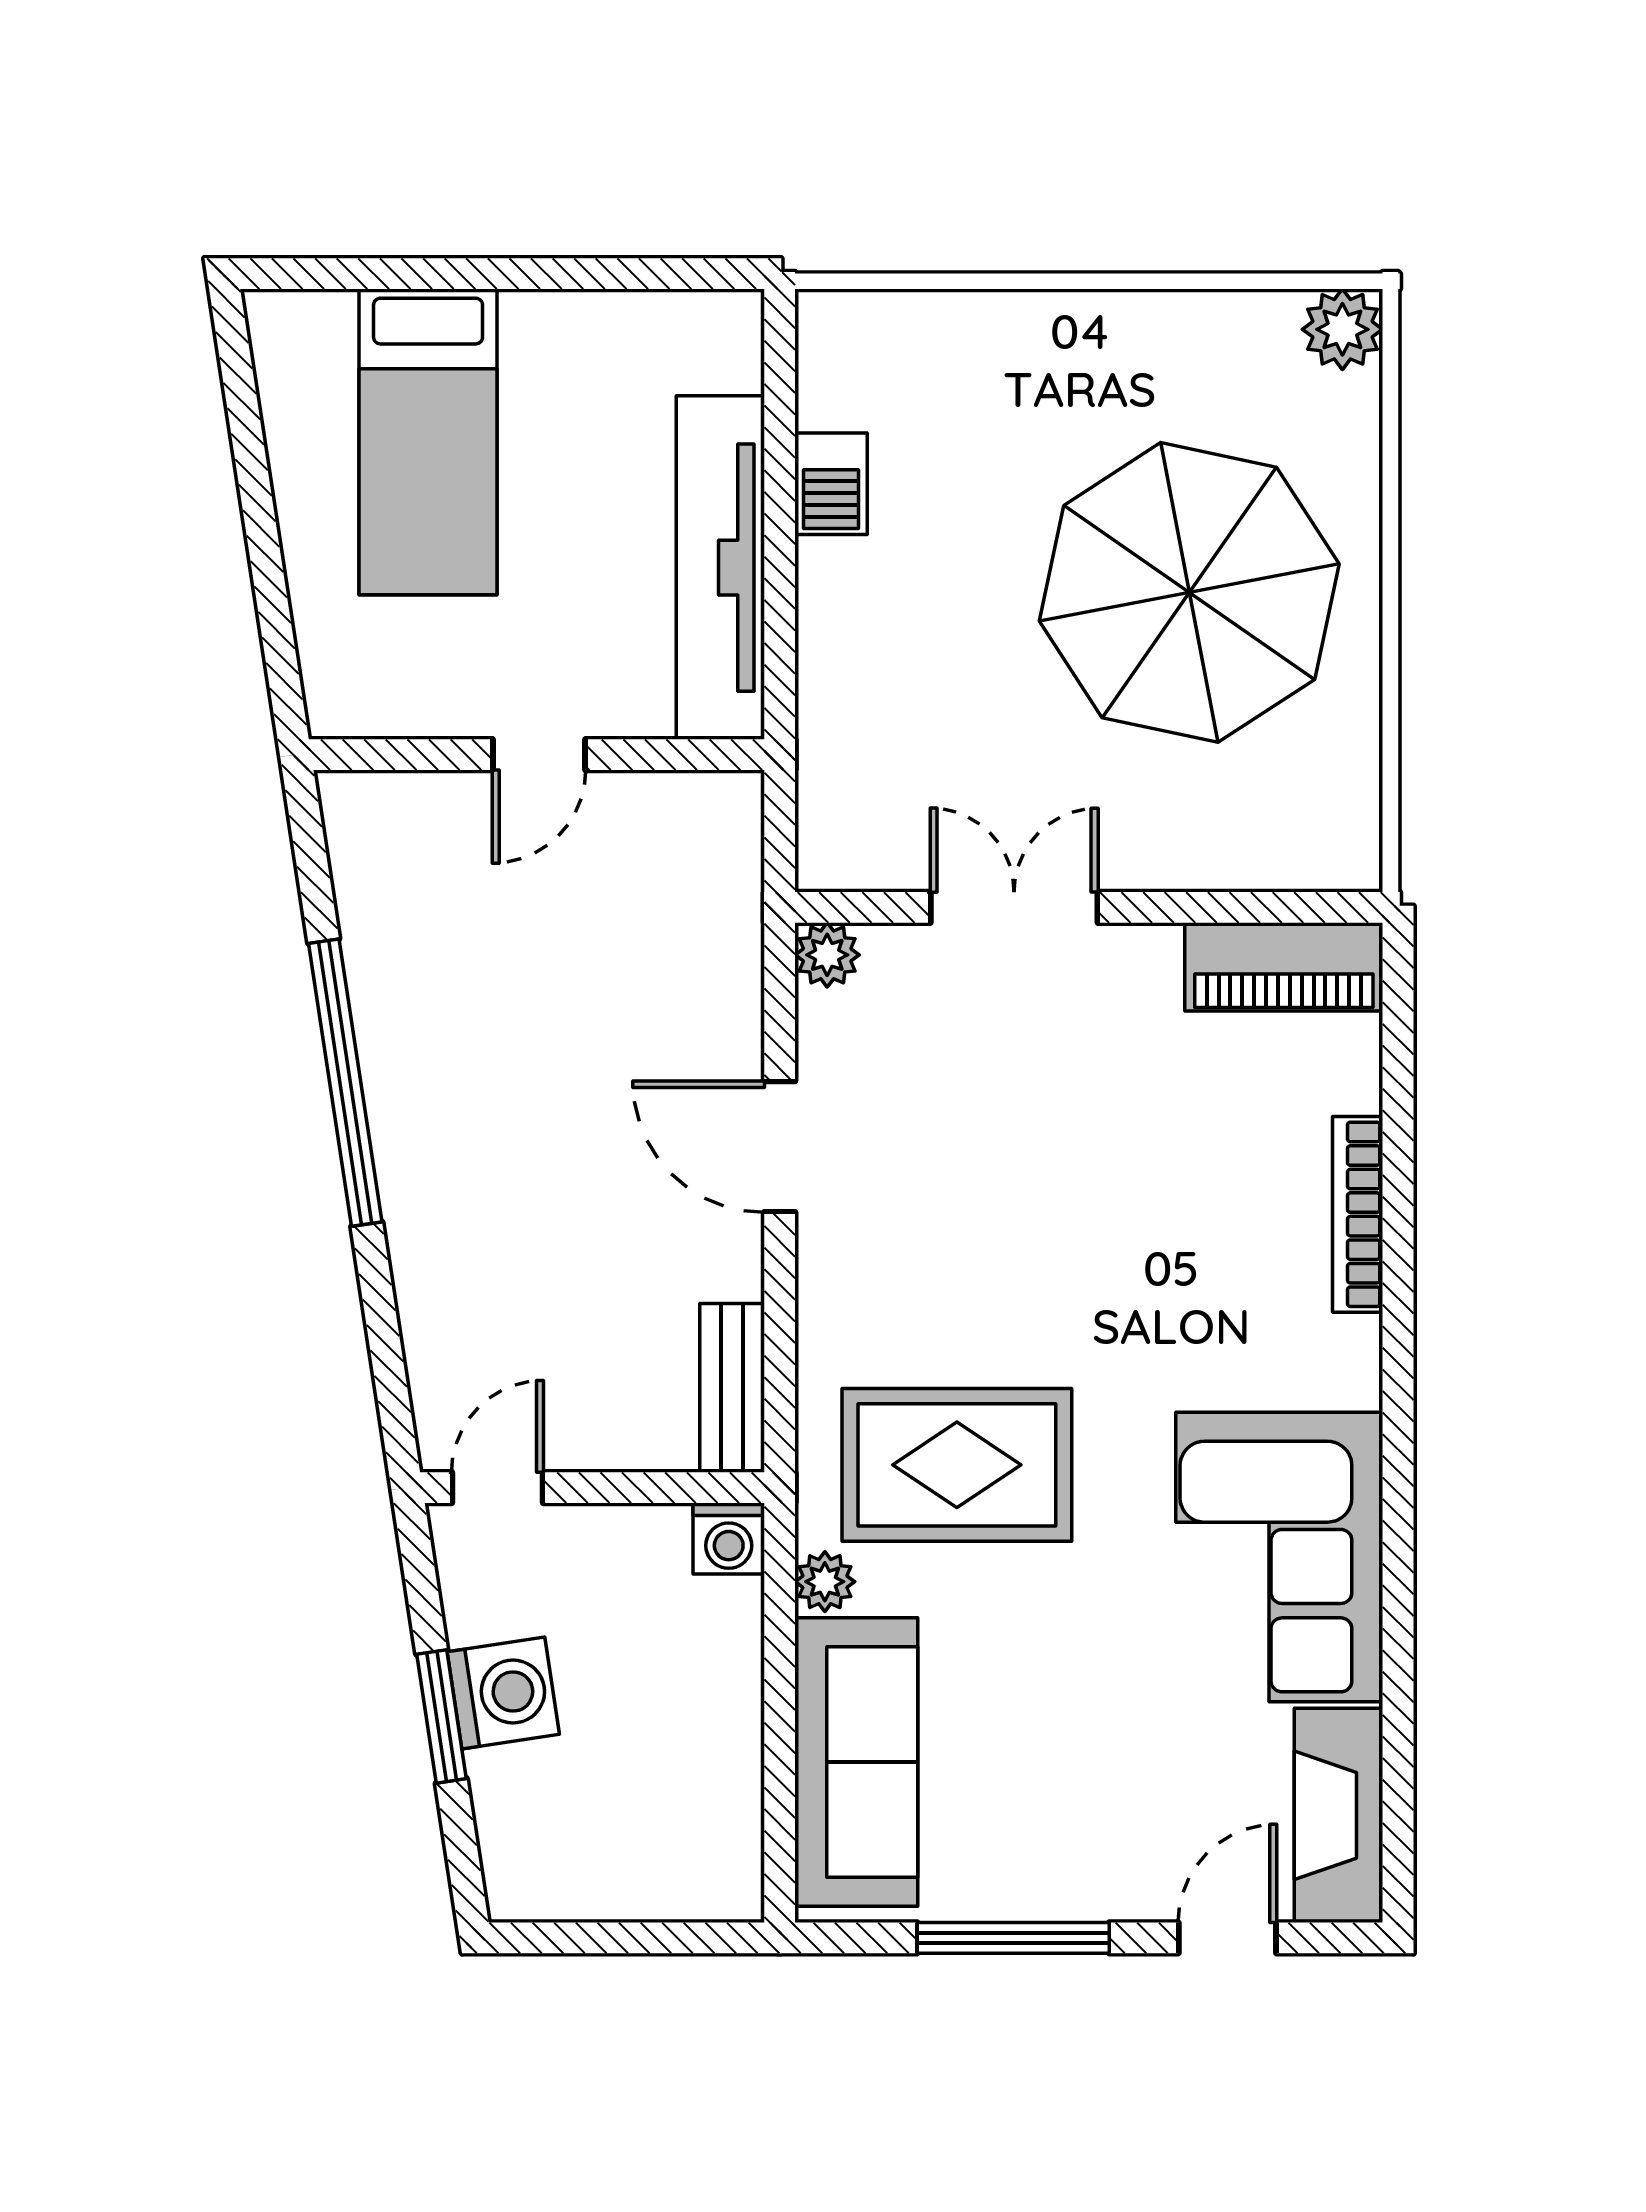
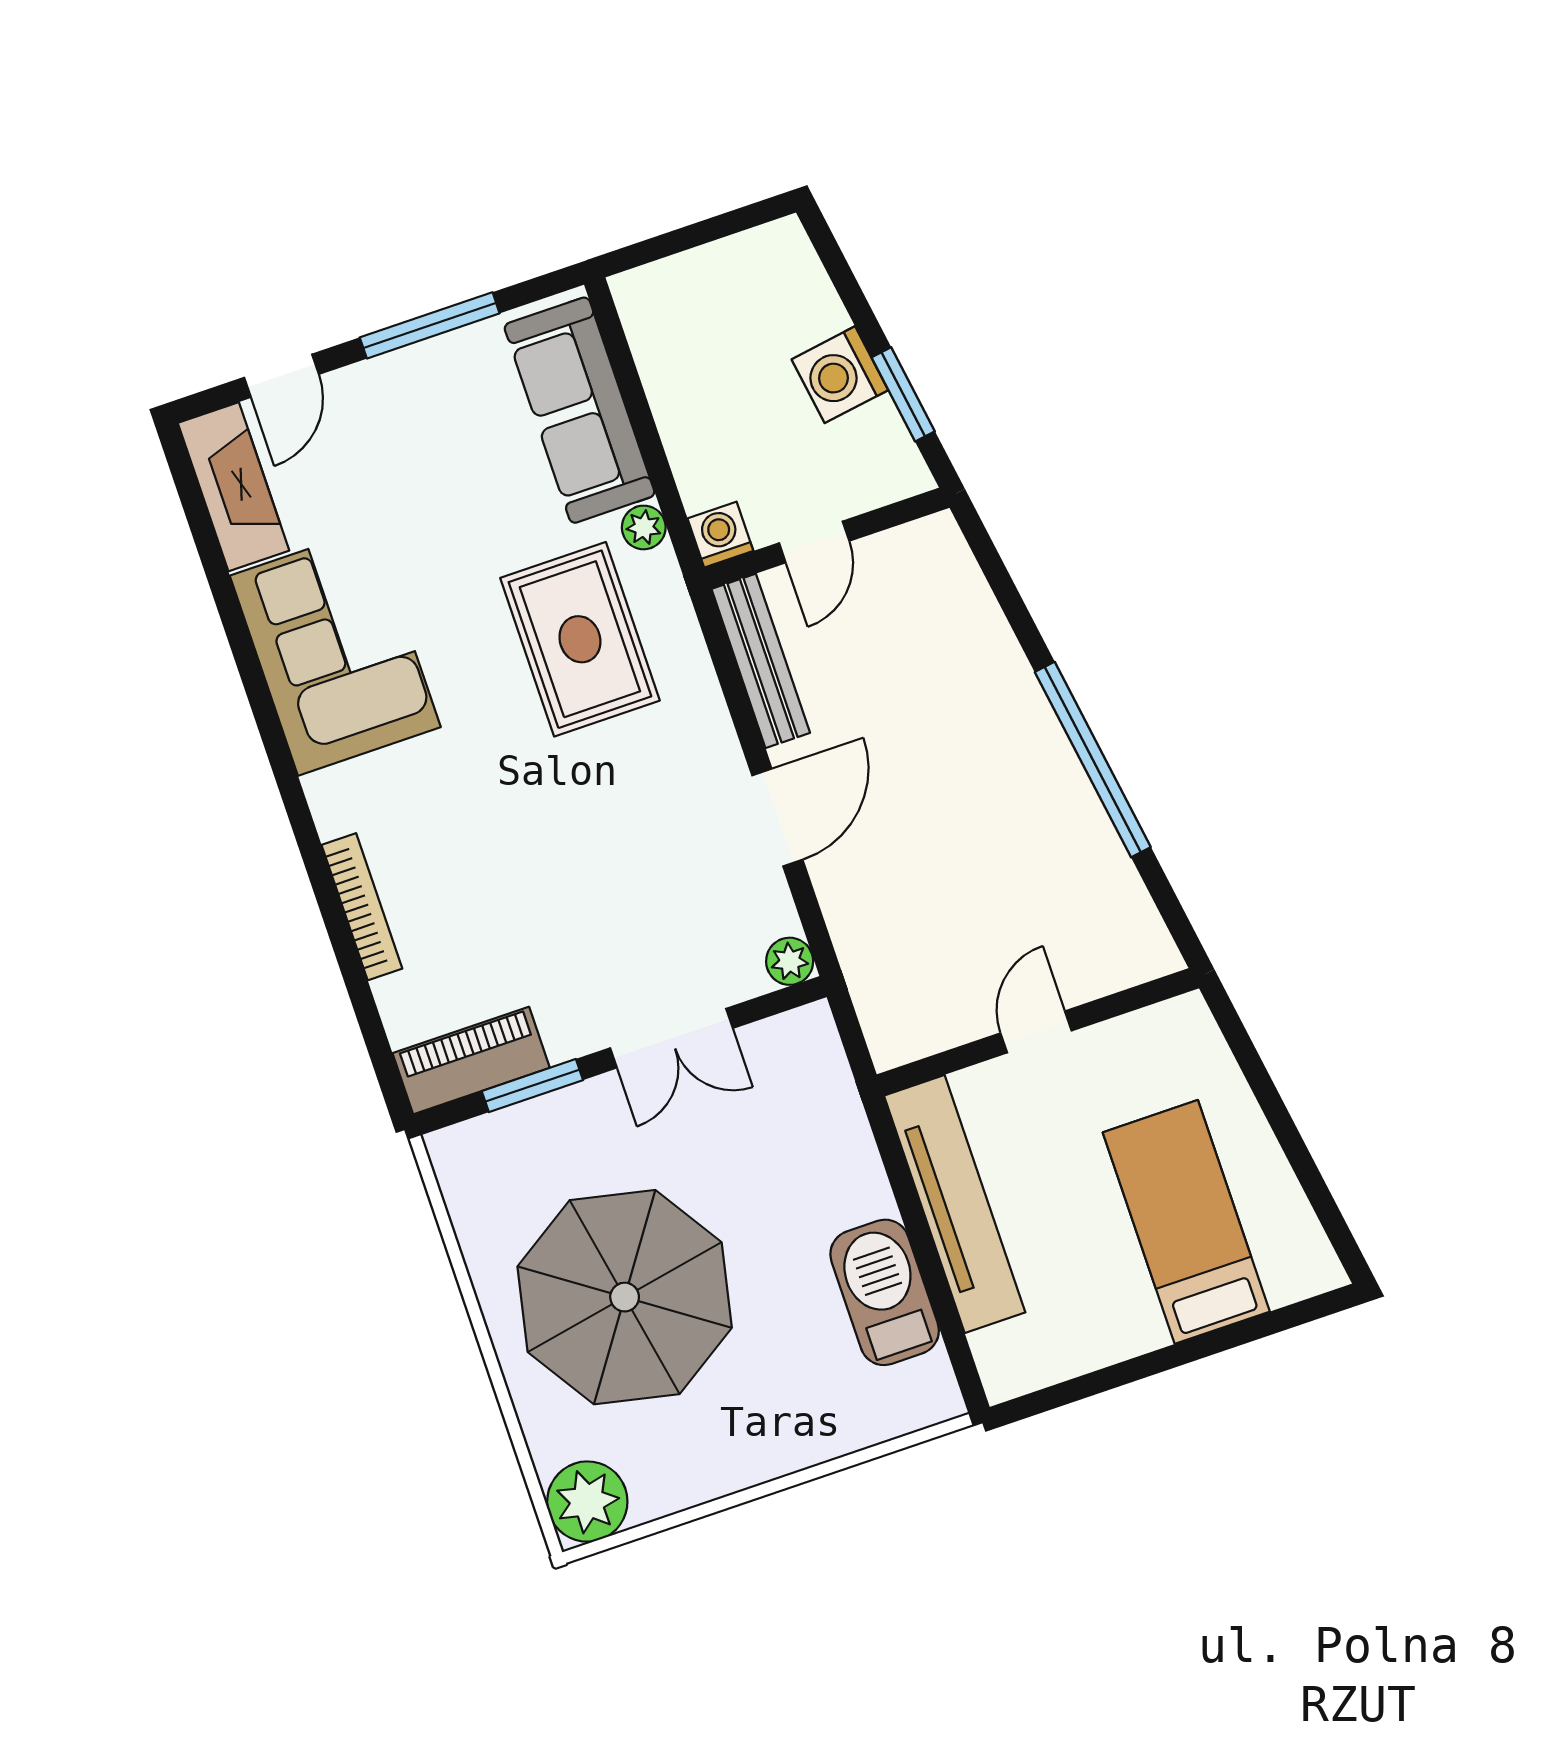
plant: (1342, 329) -> (587, 1502), width x1.36, depth x1.36
barbecue: (831, 484) -> (885, 1292), width x1.88, depth x1.53
window: (1215, 907) -> (532, 1086), added
door: (780, 1147) -> (777, 818), hinge flipped
bench: (732, 1388) -> (761, 661), width x1.36
rug: (957, 1465) -> (580, 639), turned 90
door: (497, 1488) -> (814, 542), moved
window: (442, 1716) -> (903, 394), moved

